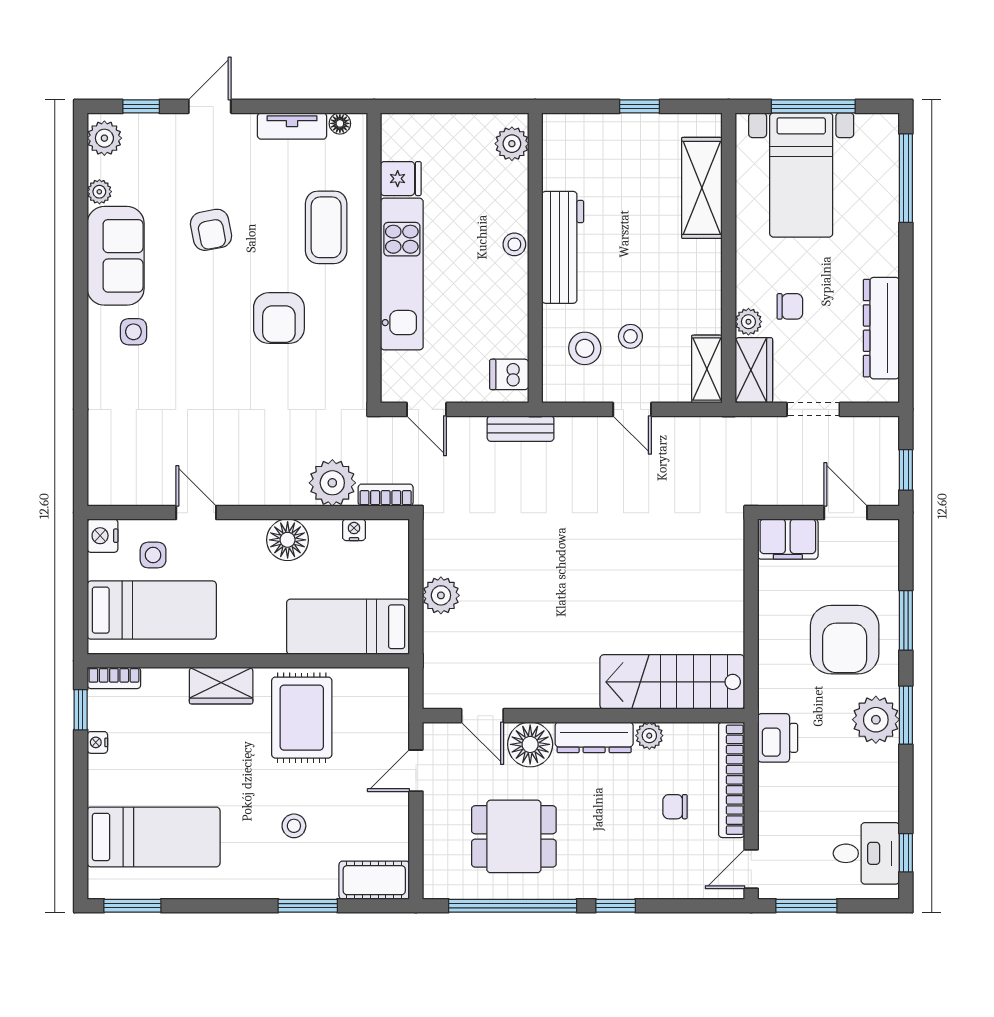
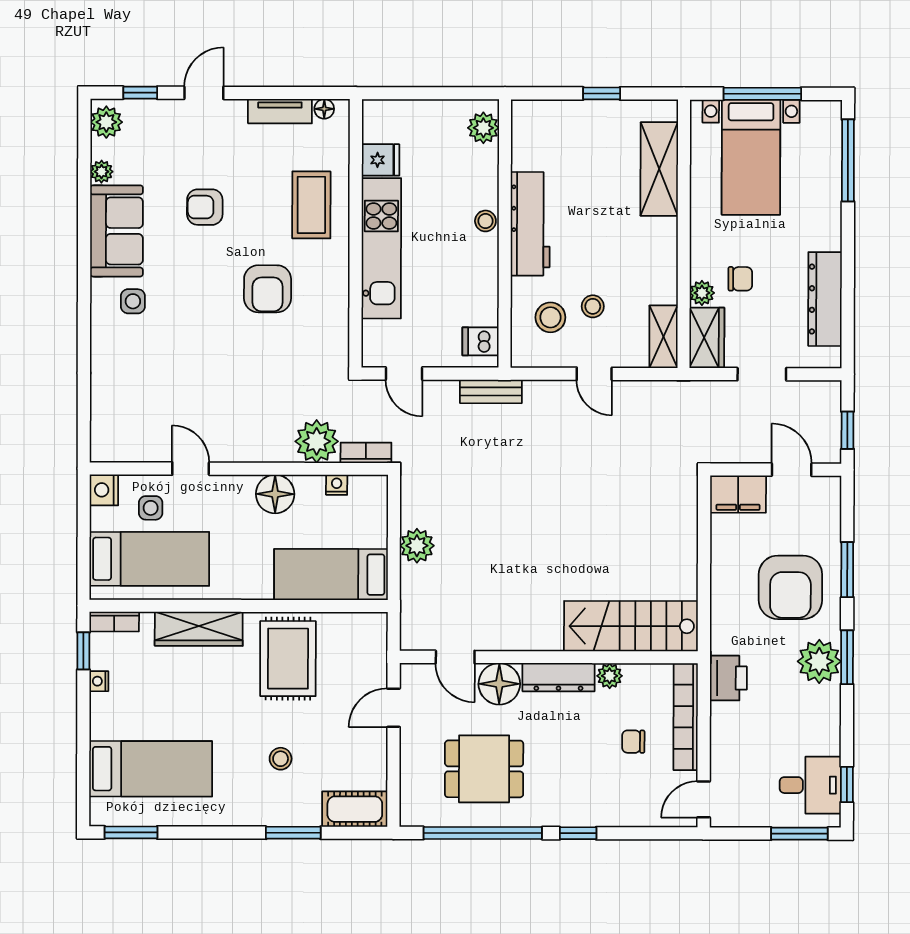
armchair: (211, 230) -> (205, 207), turned 101
wardrobe: (221, 686) -> (199, 629), width x1.50
window: (806, 906) -> (799, 834), moved

